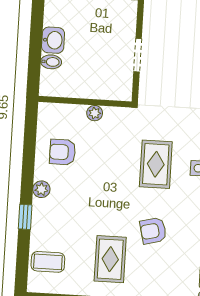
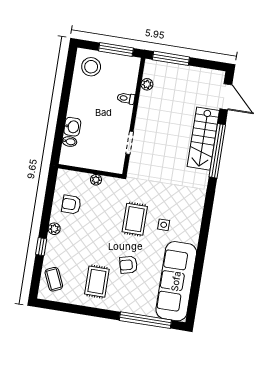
coffee table: (48, 262) -> (54, 279), turned 66

